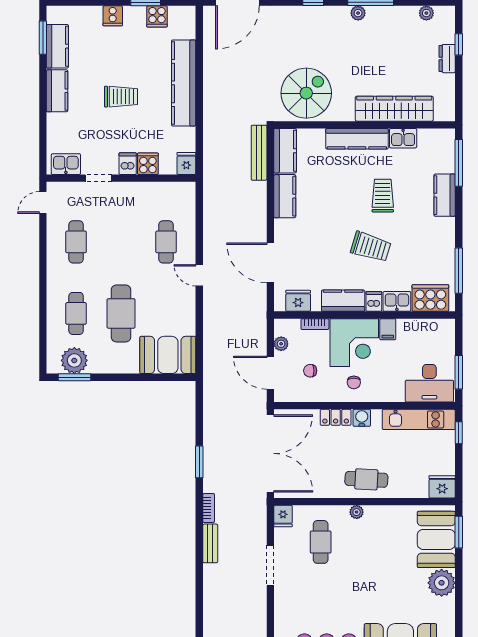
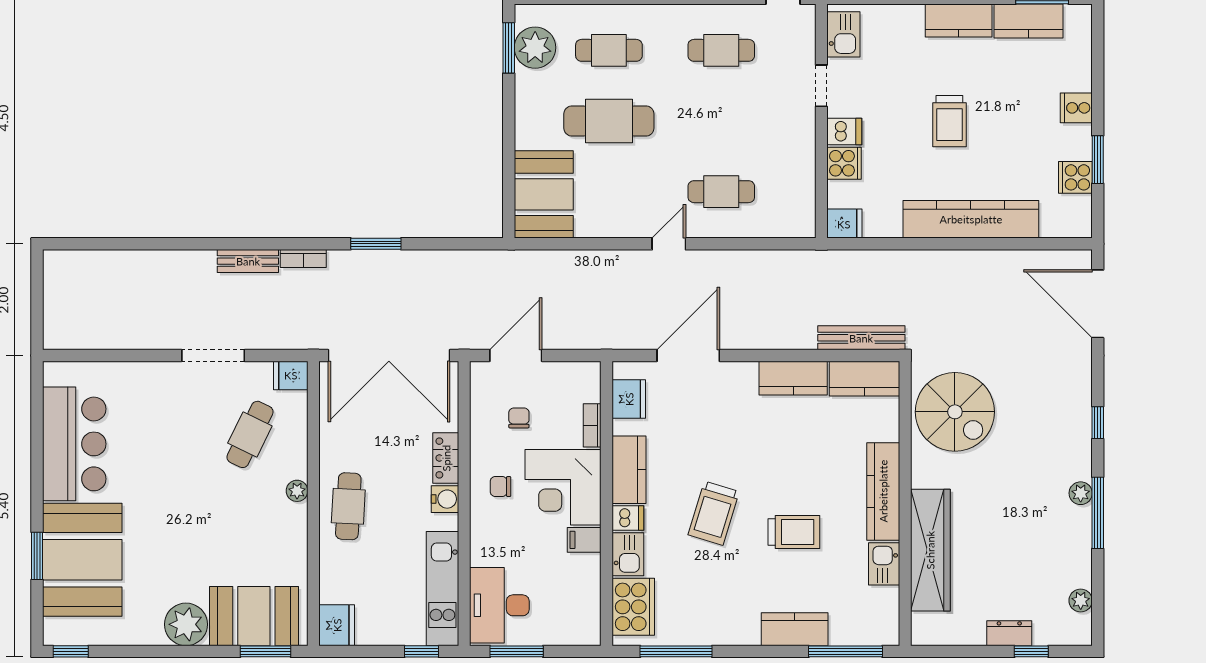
plant: (281, 344) -> (561, 372), removed
cafe table: (321, 542) -> (250, 434), turned -64

